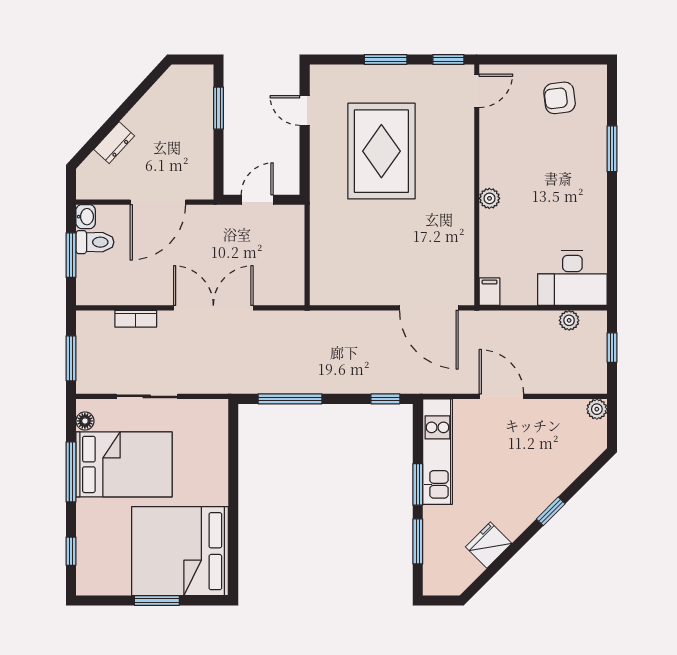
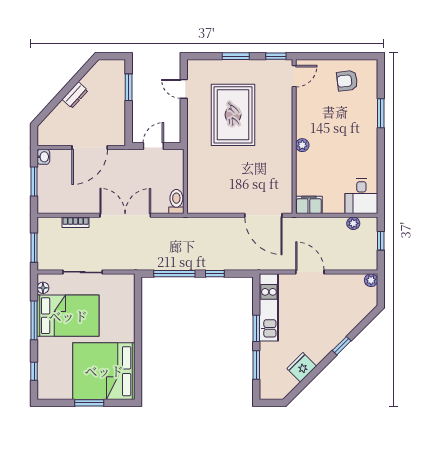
dresser: (114, 143) -> (75, 95), moved
toilet: (95, 242) -> (176, 202), moved, turned -90
desk: (572, 278) -> (361, 196), width x0.73
filing cabinet: (490, 292) -> (309, 205), width x2.00
window: (385, 399) -> (215, 274), moved

